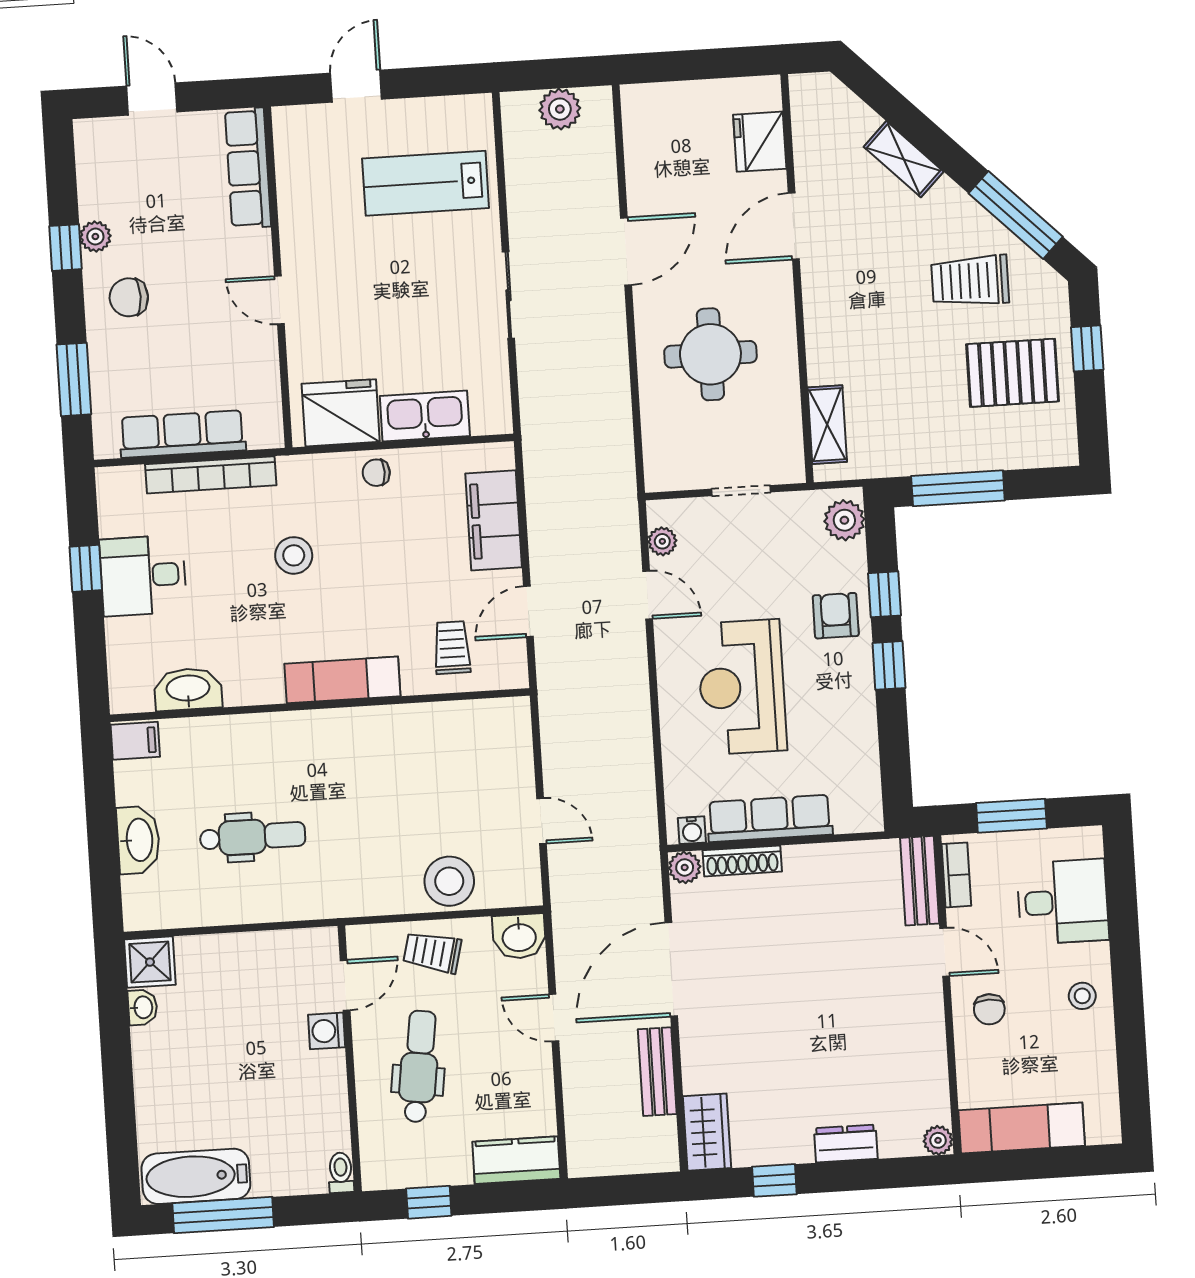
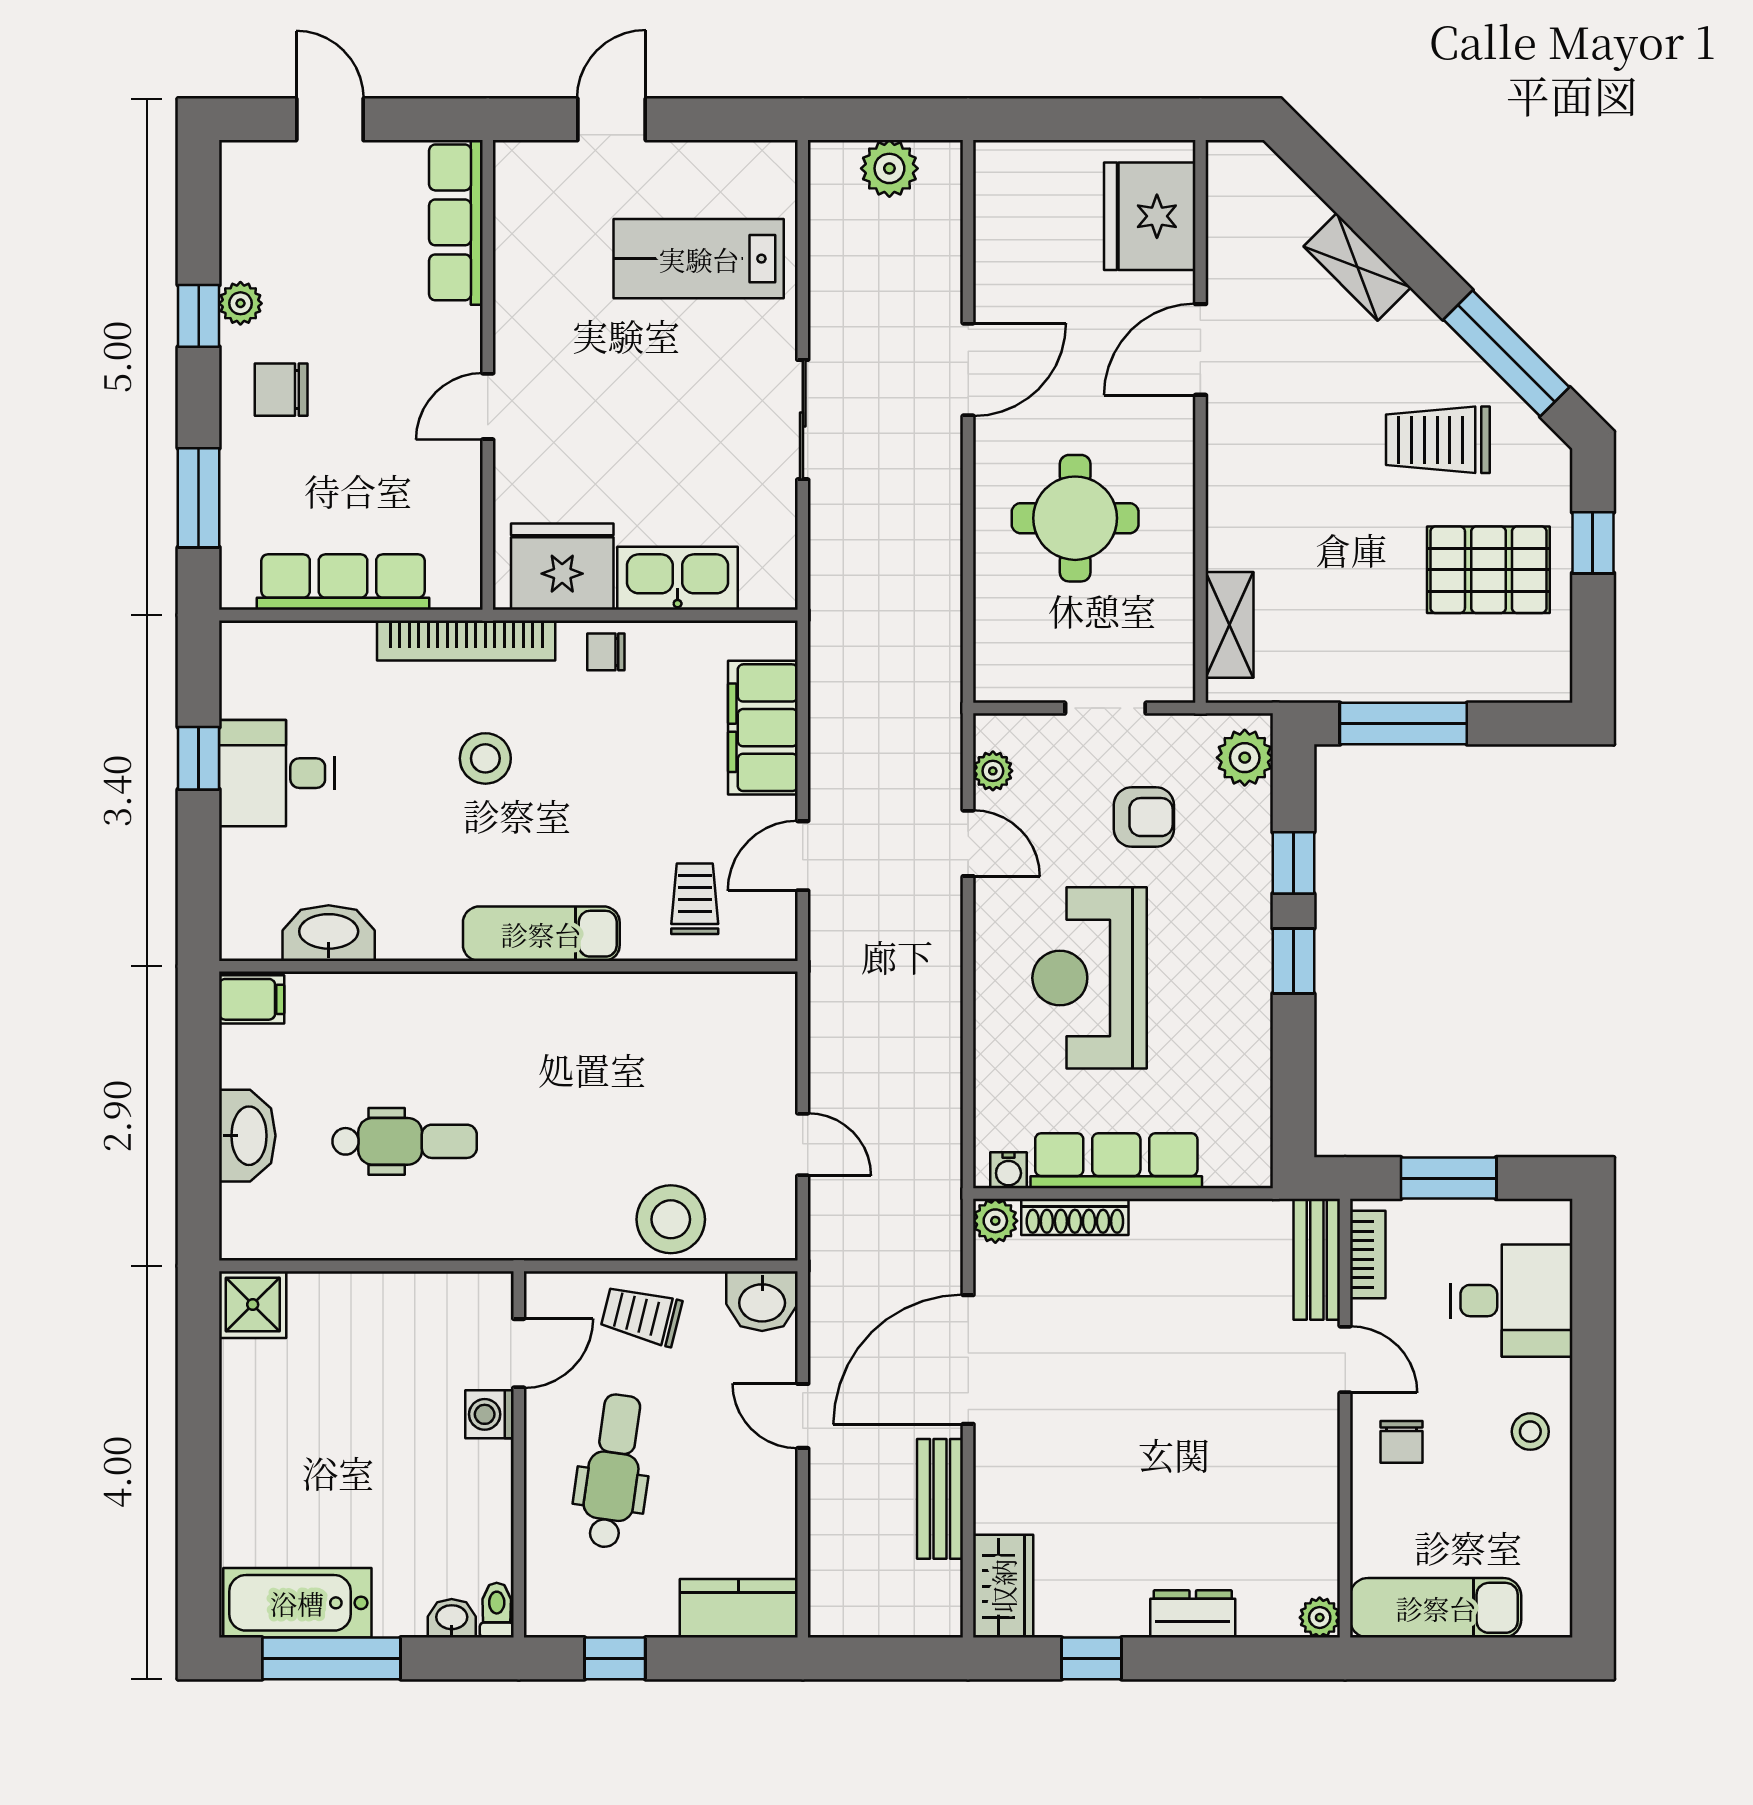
fridge: (760, 142) -> (1150, 216), width x1.36, depth x1.34
door: (279, 300) -> (488, 406), hinge flipped
bookcase: (211, 475) -> (466, 641), moved
armchair: (836, 616) -> (1144, 817), moved, turned 90
washbasin: (142, 1007) -> (452, 1618), moved, turned -90

